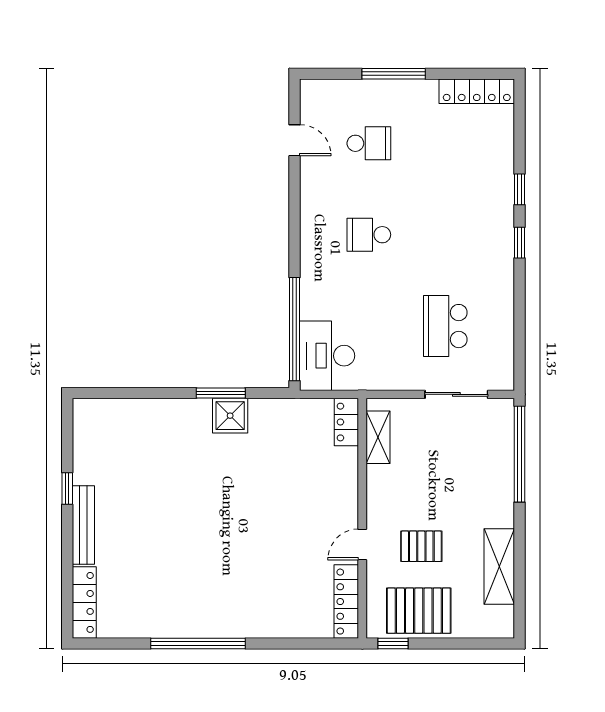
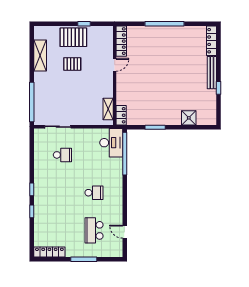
school desk: (369, 143) -> (94, 230), width x1.85
school desk: (445, 326) -> (62, 155), width x0.54
shower: (230, 416) -> (189, 118), moved
locker: (346, 422) -> (121, 115), moved
shelving: (378, 437) -> (108, 109), moved
wall: (362, 518) -> (115, 75), moved
door: (362, 544) -> (115, 65), moved
locker: (346, 602) -> (121, 41), moved

